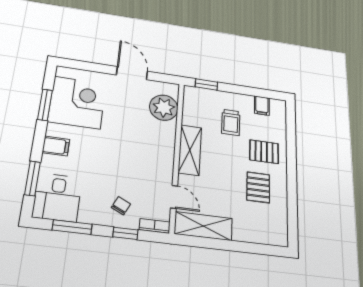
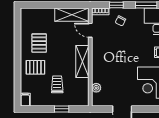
window: (206, 84) -> (62, 109), moved
filing cabinet: (262, 106) -> (25, 100), moved
plant: (164, 108) -> (96, 88), width x0.53, depth x0.53

